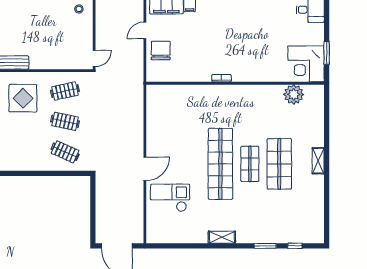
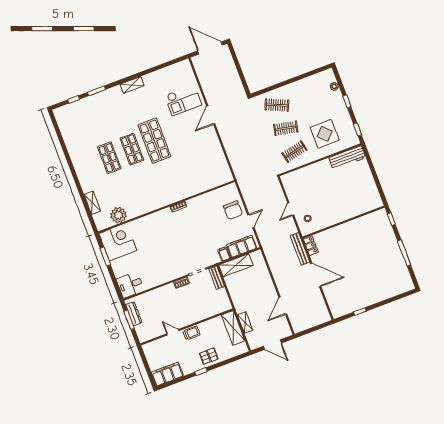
door: (94, 58) -> (291, 209), moved
shelving: (318, 161) -> (92, 203), moved
shop shelf: (220, 164) -> (154, 141), width x0.71
shop shelf: (279, 164) -> (109, 158), width x0.70, depth x0.74

